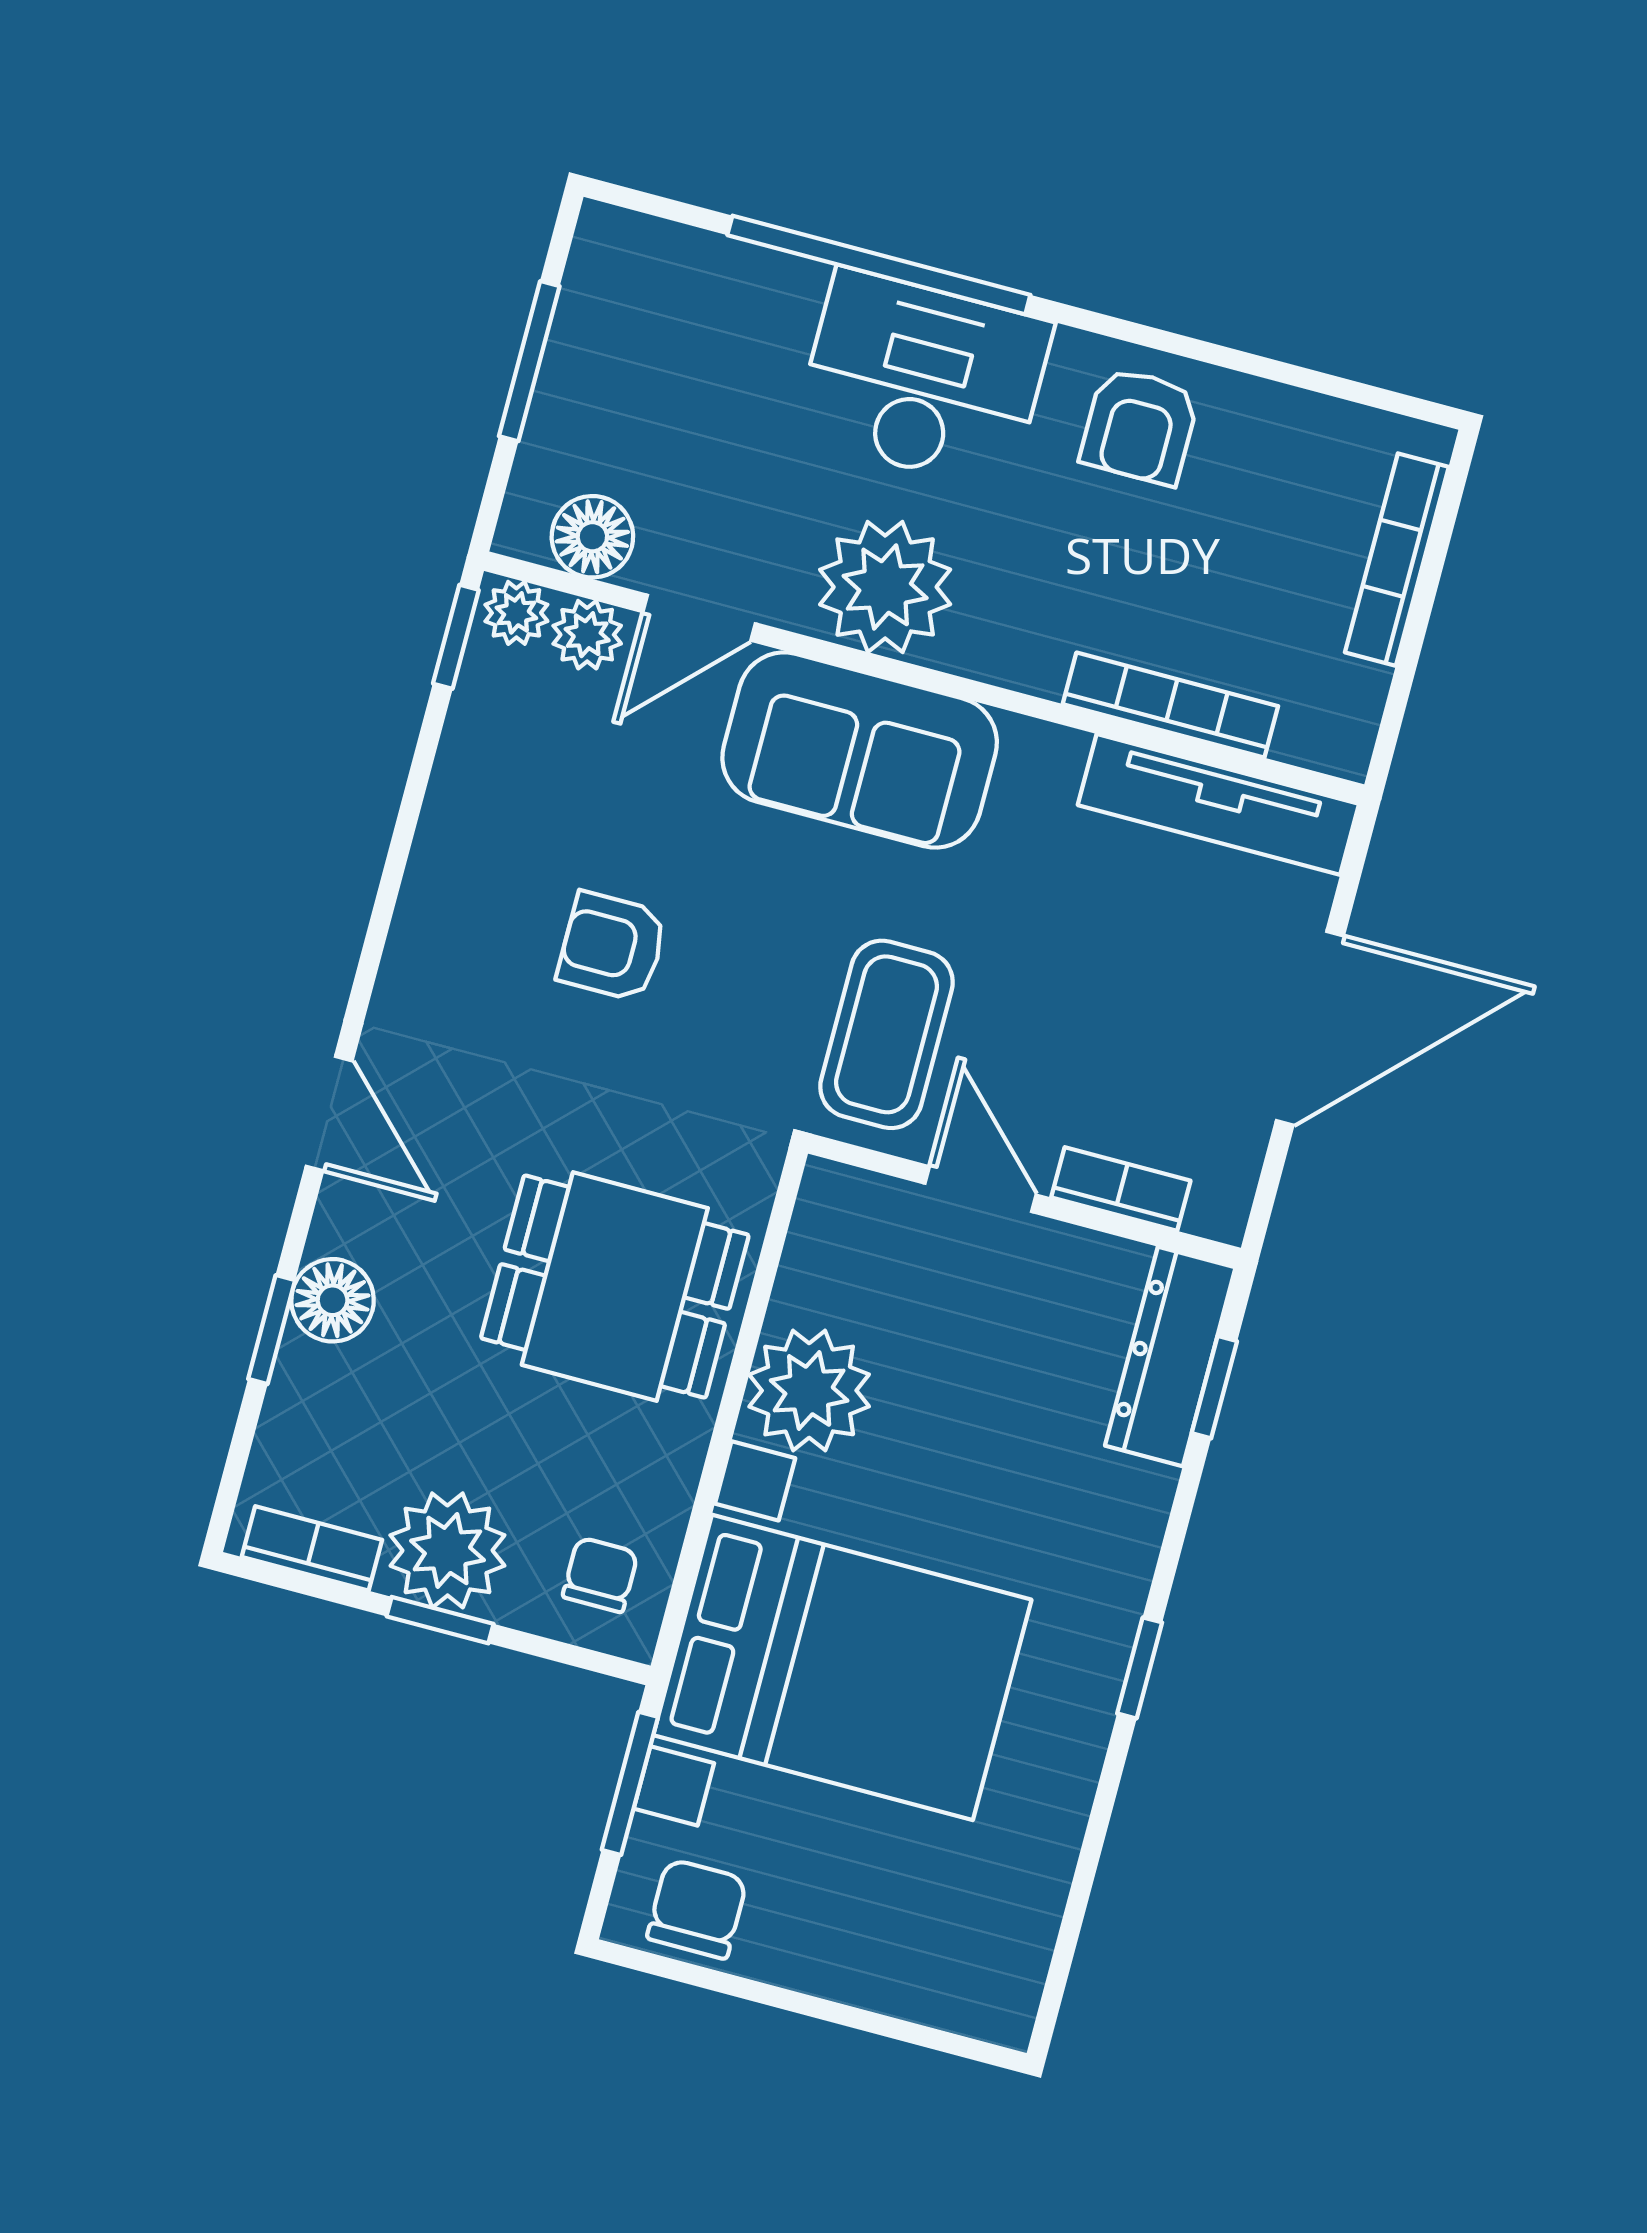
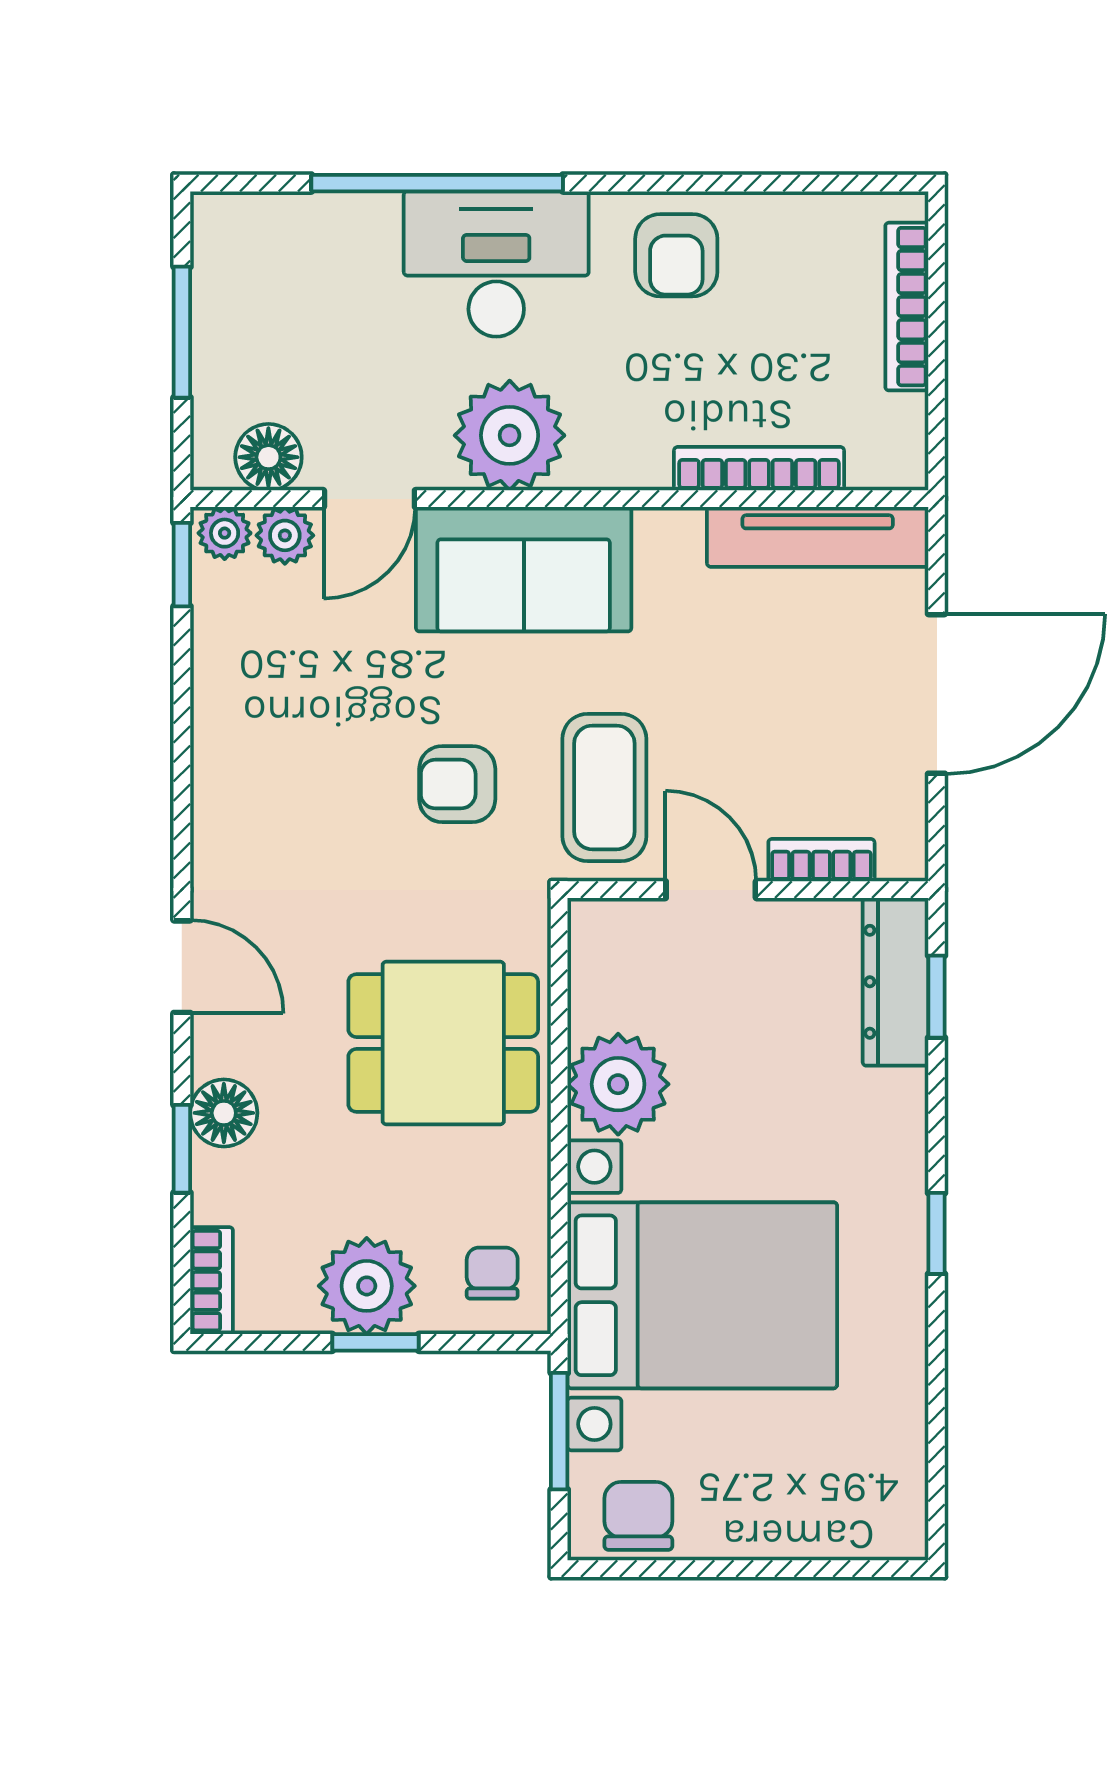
armchair: (612, 947) -> (457, 784), moved
bookcase: (312, 1548) -> (212, 1281), moved, turned 90

